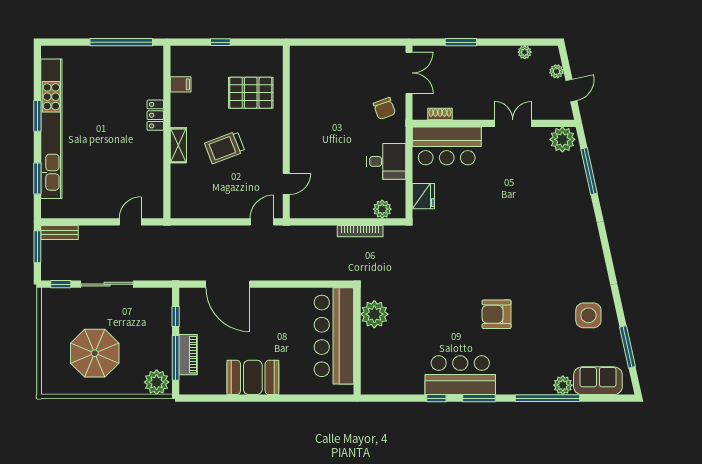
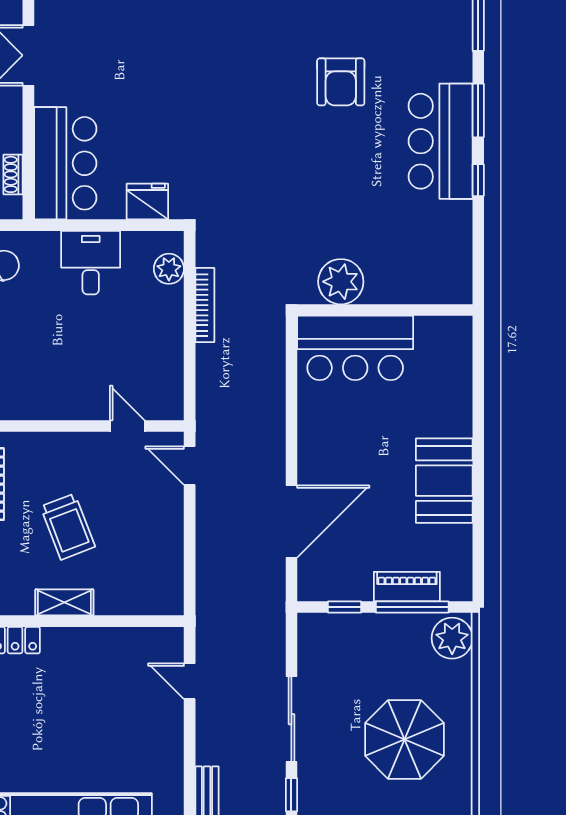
bar counter: (334, 336) -> (355, 348), width x0.73

